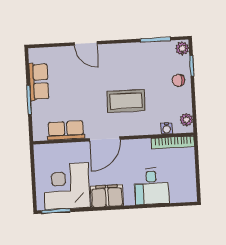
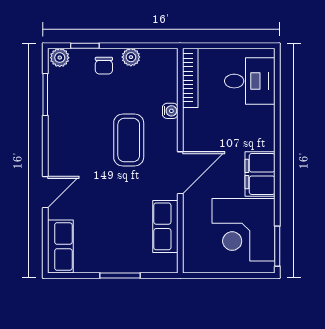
row of seats: (39, 82) -> (60, 247), moved, turned 90
plant: (186, 120) -> (131, 57), moved
water cooler: (167, 128) -> (170, 111), moved
door: (105, 139) -> (180, 173), hinge flipped
desk: (152, 186) -> (250, 81), moved

